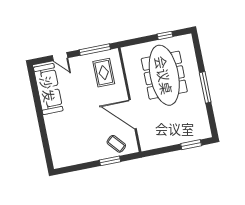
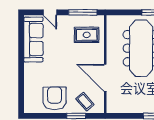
rug: (104, 73) -> (87, 35), turned 90
armchair: (83, 147) -> (55, 98), added

